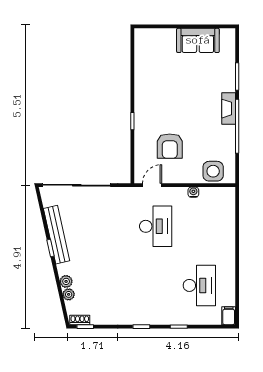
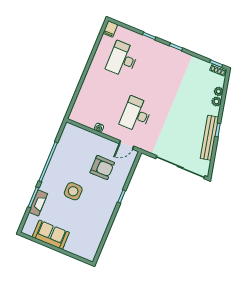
fireplace: (229, 109) -> (38, 203), moved
armchair: (170, 146) -> (102, 168), turned 90
side table: (213, 171) -> (73, 191), moved

